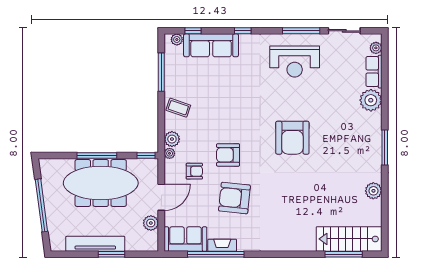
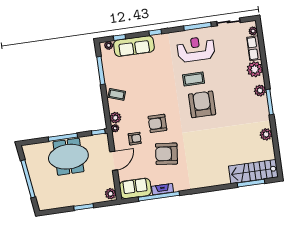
reception desk: (295, 62) -> (196, 49), turned 180
coffee table: (286, 102) -> (194, 79), added
plant: (374, 130) -> (260, 91), added
armchair: (292, 138) -> (202, 104), turned 180
meeting table: (101, 183) -> (68, 157), width x0.73
plant: (151, 223) -> (111, 194), moved
tv unit: (95, 244) -> (71, 201), removed

